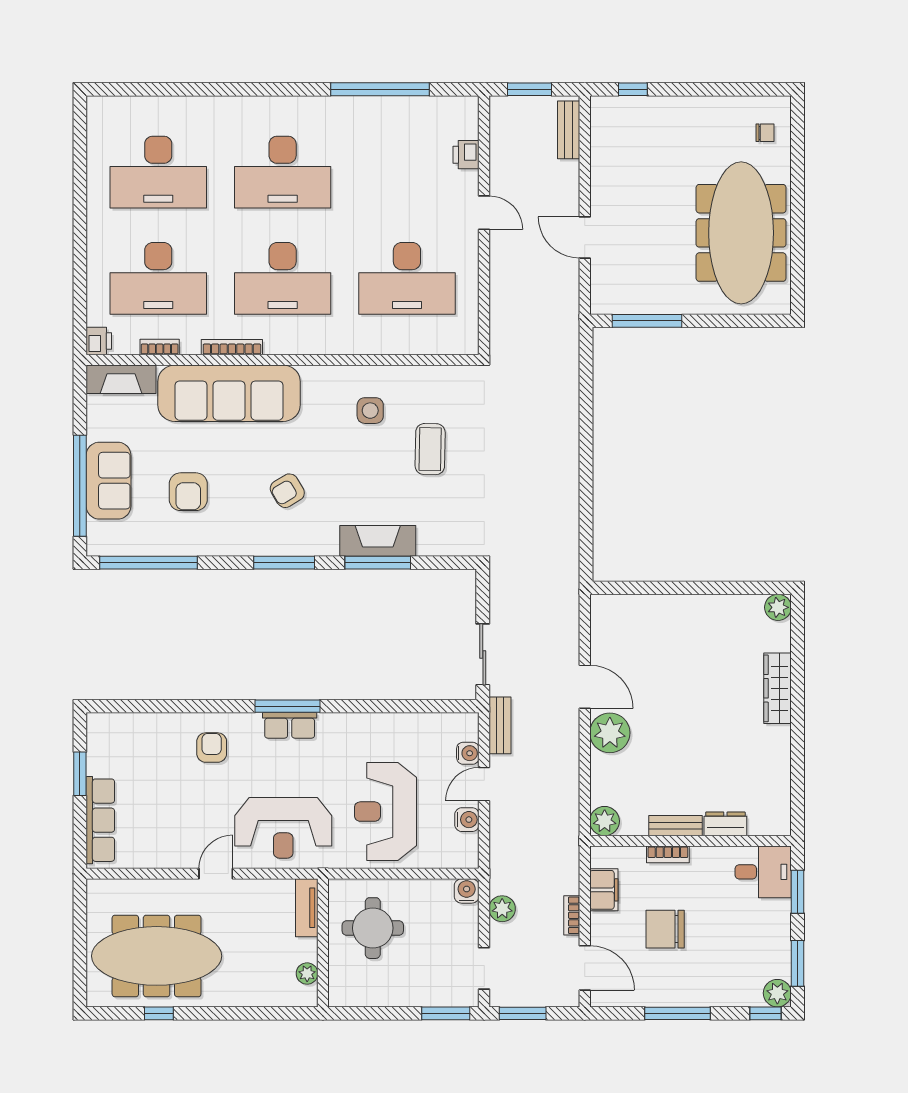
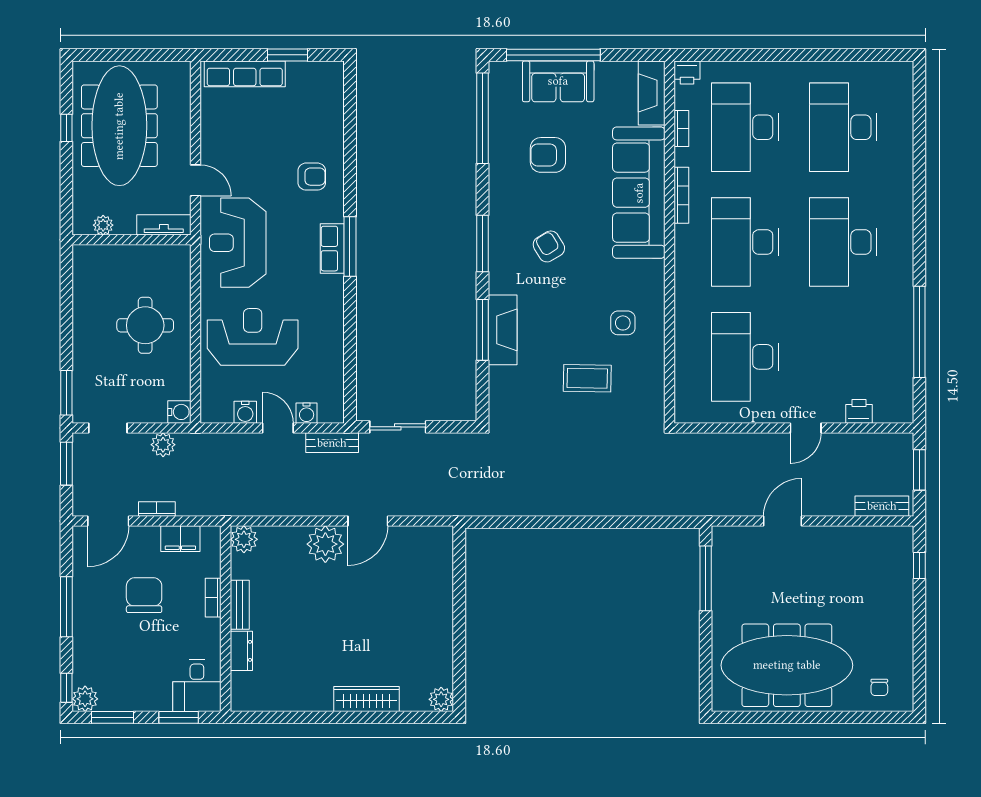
tv unit: (307, 908) -> (164, 225), moved
wall: (323, 943) -> (131, 240), moved
plant: (307, 974) -> (103, 225), moved

